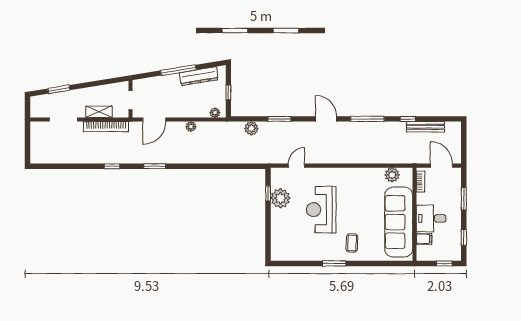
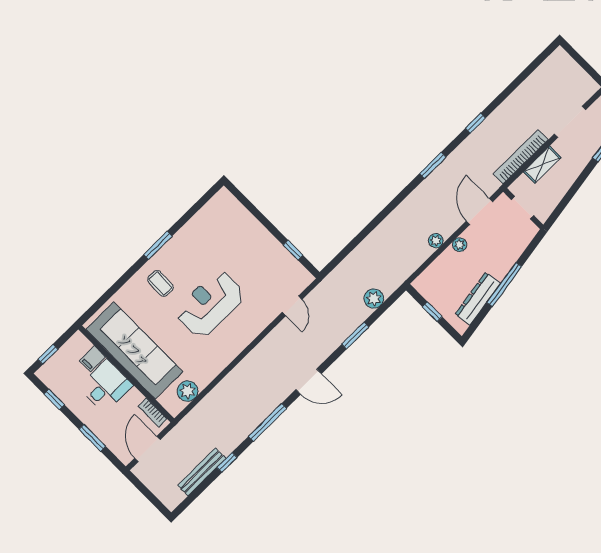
plant: (215, 113) -> (460, 245), moved
door: (441, 166) -> (147, 449), swing flipped
plant: (280, 198) -> (276, 258), removed
reception desk: (321, 210) -> (210, 304), moved, turned -90

